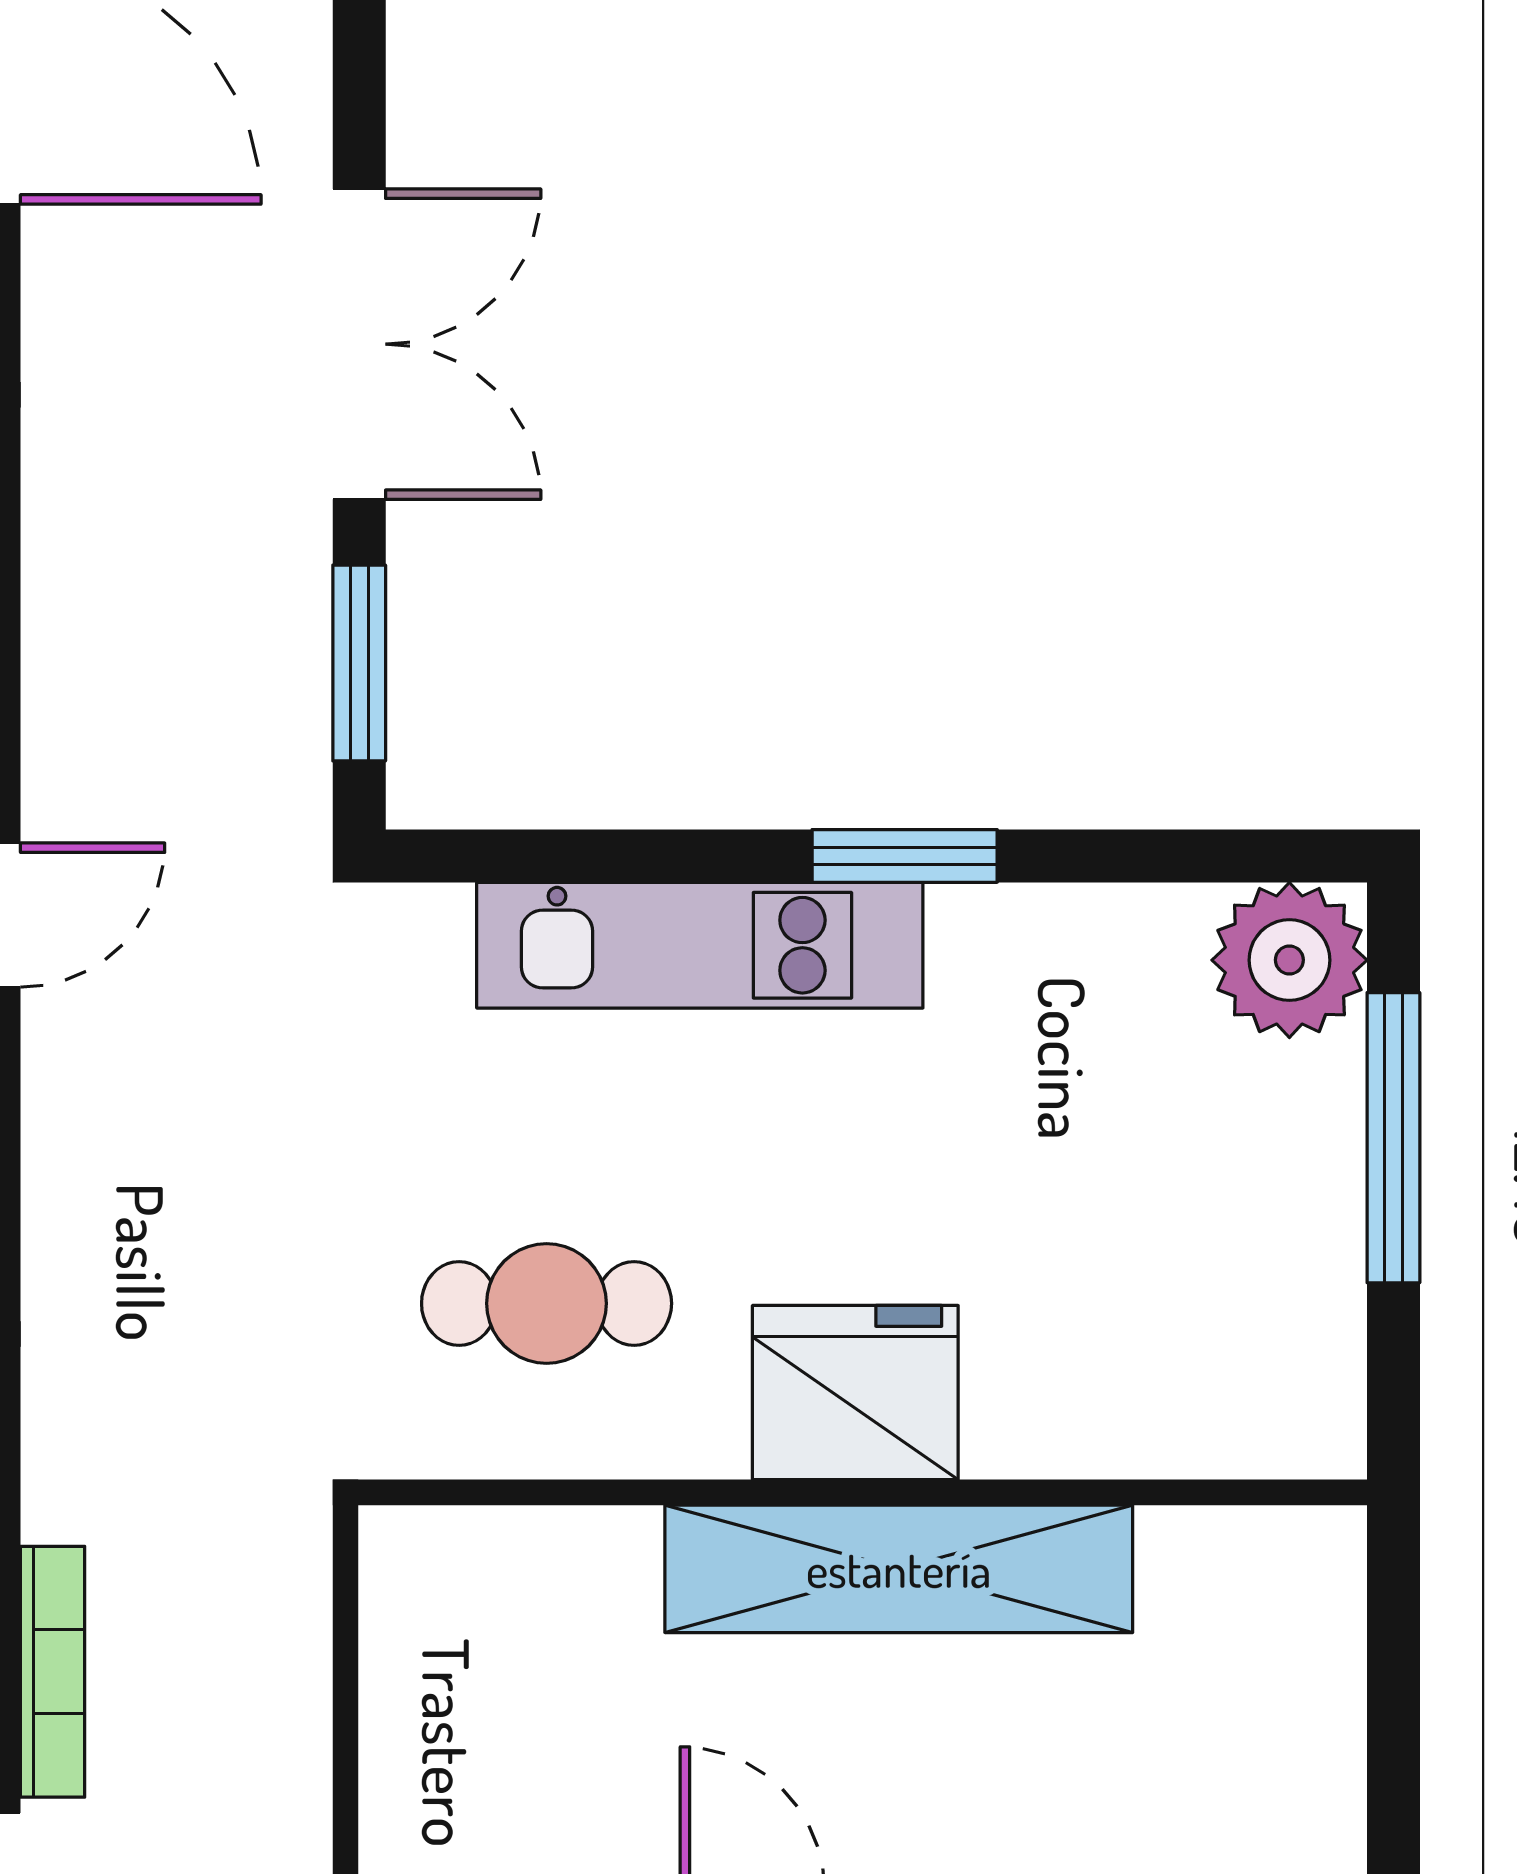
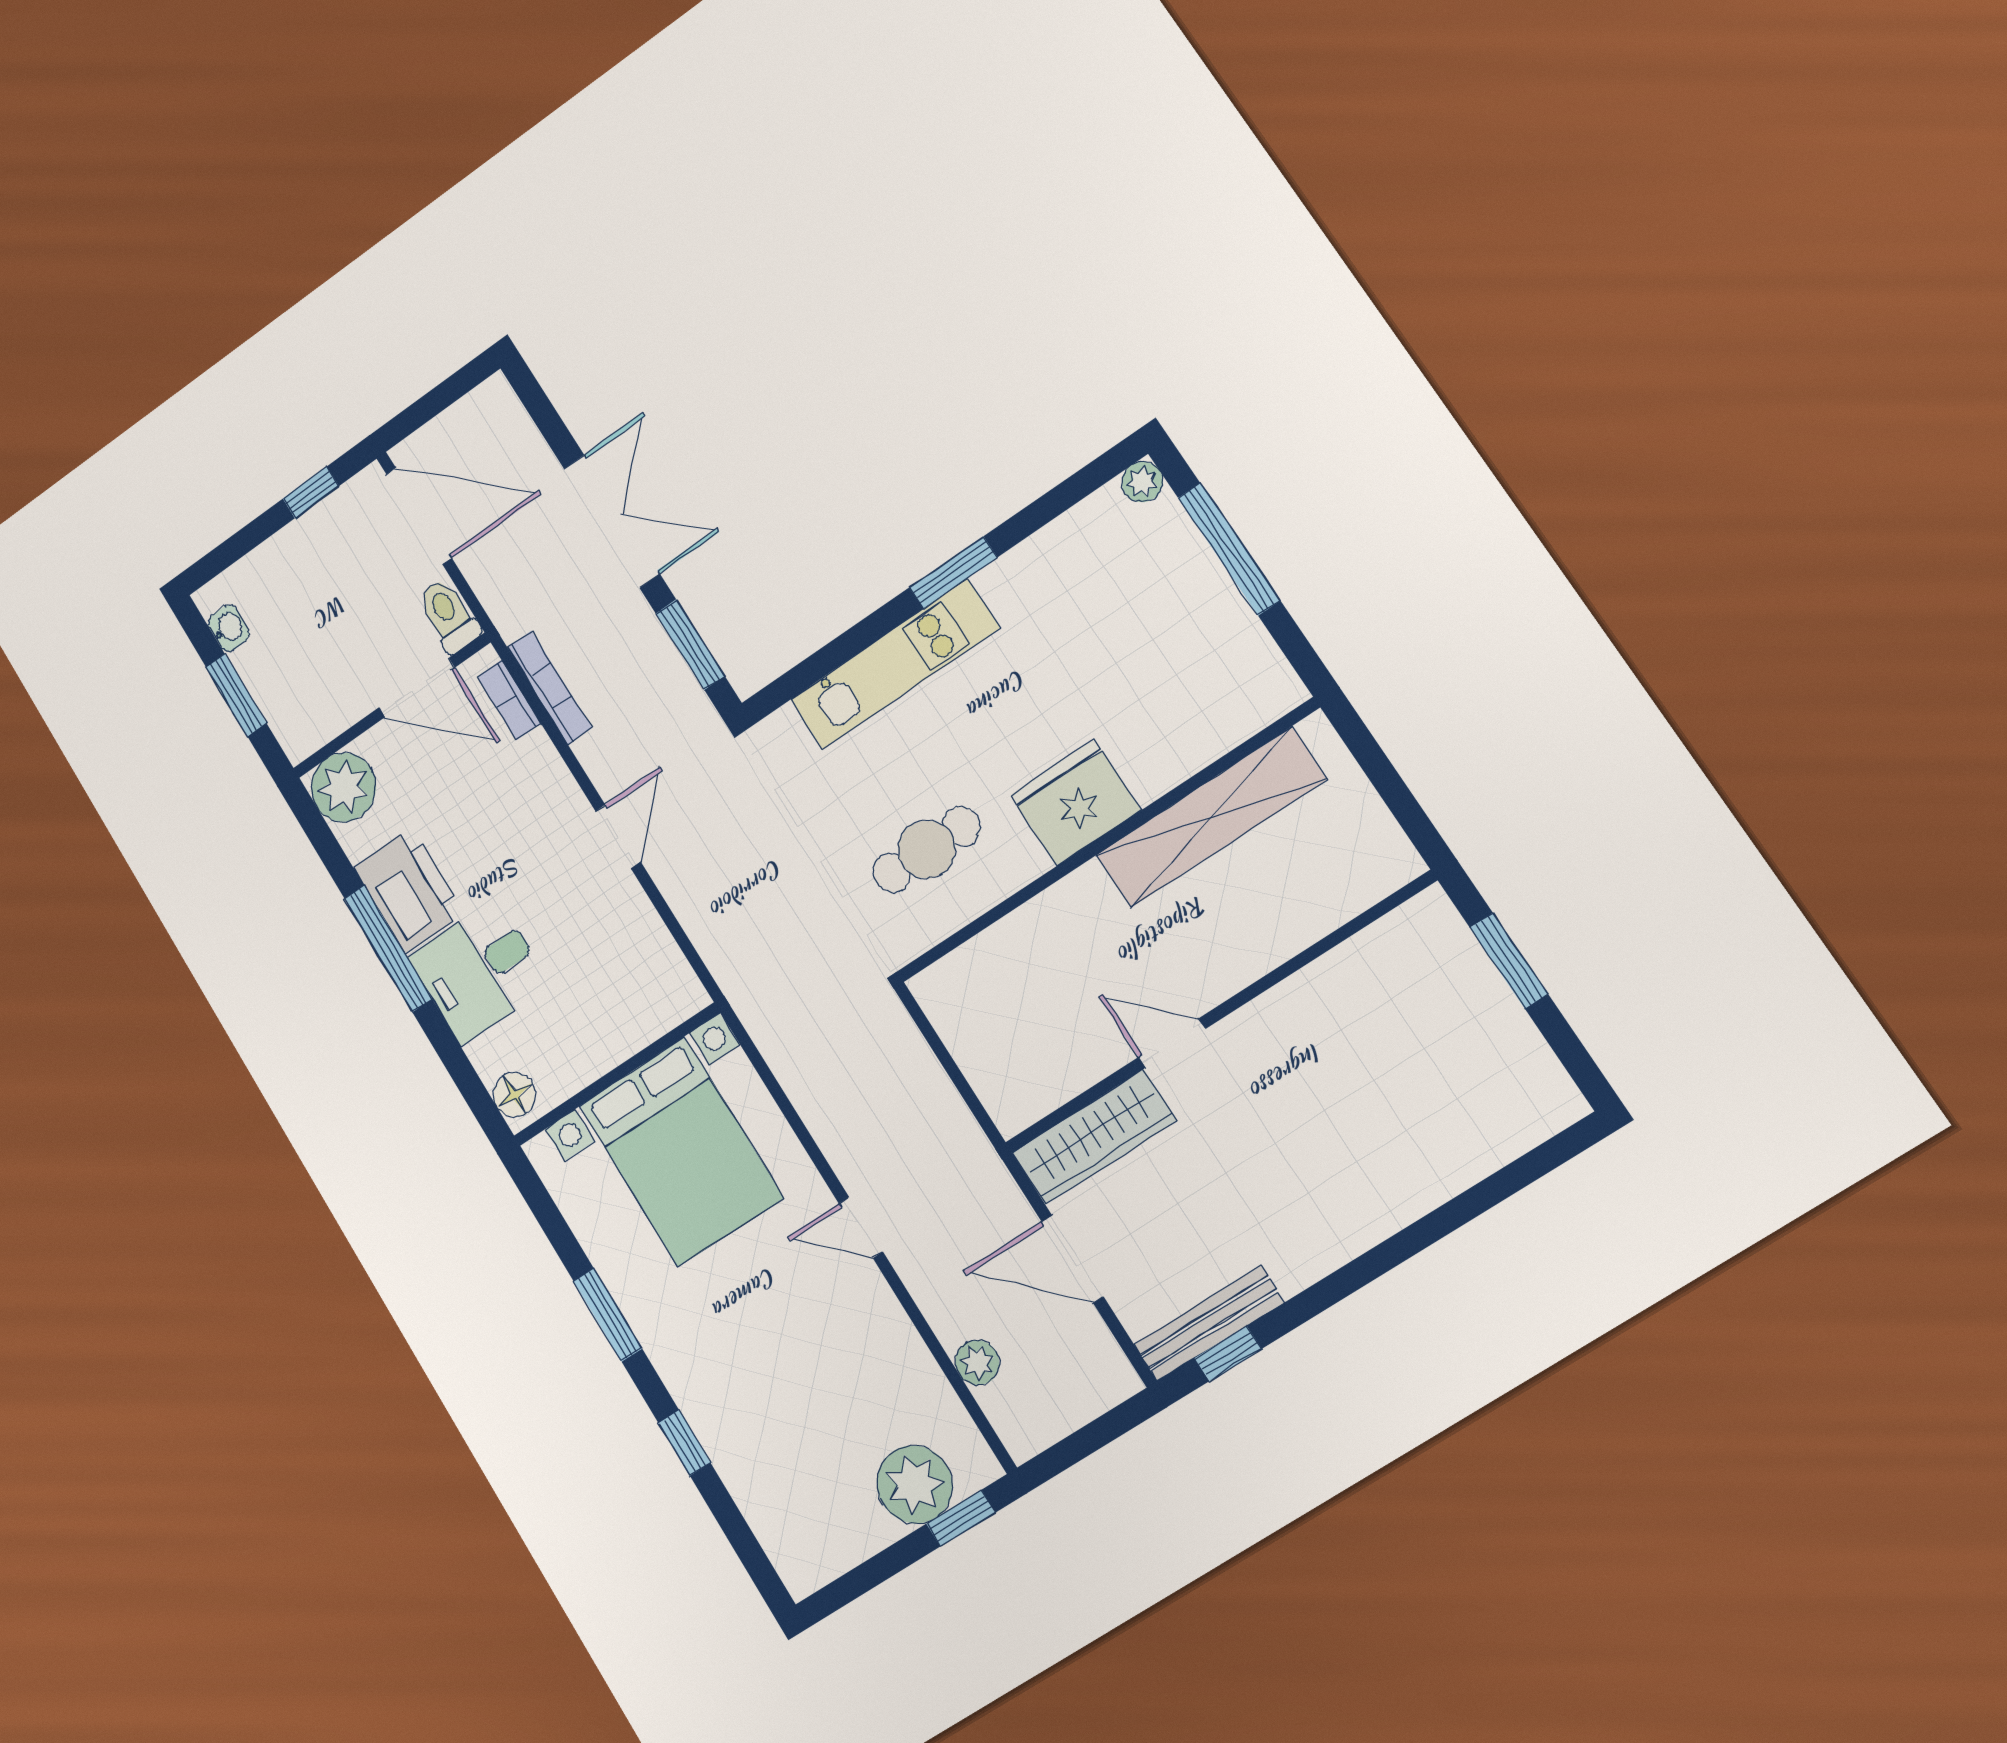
plant: (1289, 960) -> (1142, 482), width x0.53, depth x0.53
shelving: (899, 1569) -> (1211, 817), moved
bookcase: (53, 1672) -> (550, 687), moved

